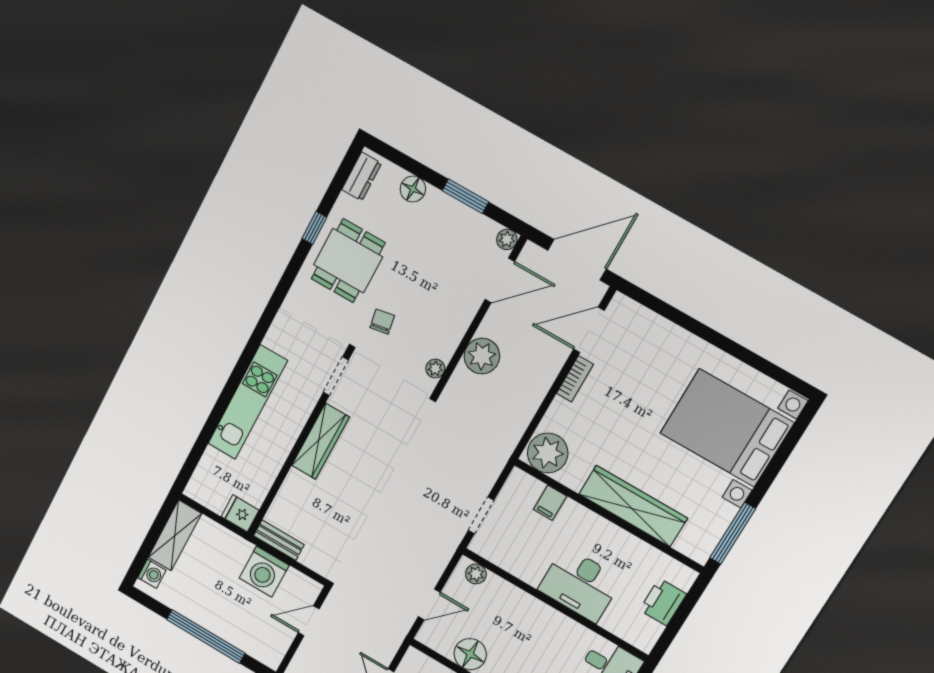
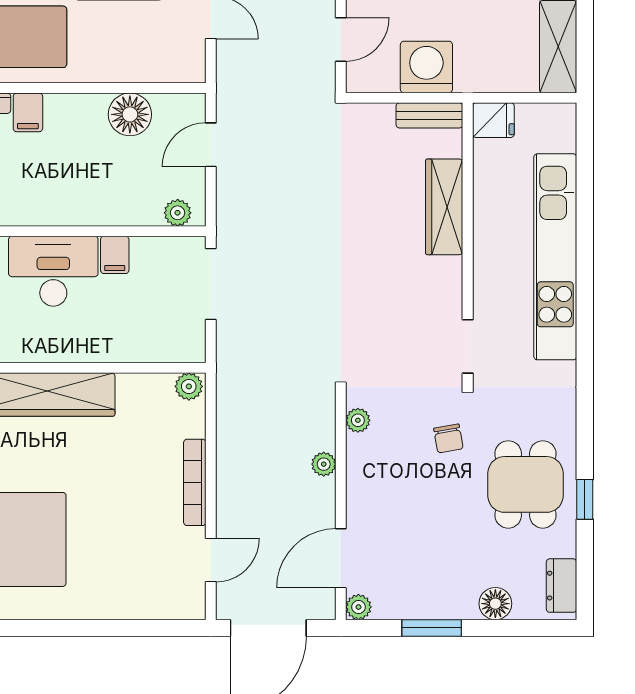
door: (589, 330) -> (211, 560), width x0.73
plant: (482, 356) -> (324, 464), width x0.53, depth x0.53
bookcase: (575, 379) -> (195, 482), width x1.56
kitchen unit: (248, 402) -> (555, 257), width x1.36
wardrobe: (320, 441) -> (444, 207), moved
plant: (548, 453) -> (189, 386), width x0.53, depth x0.53
filing cabinet: (550, 503) -> (115, 255), moved, turned 180
doorway: (481, 515) -> (211, 284), width x1.38

